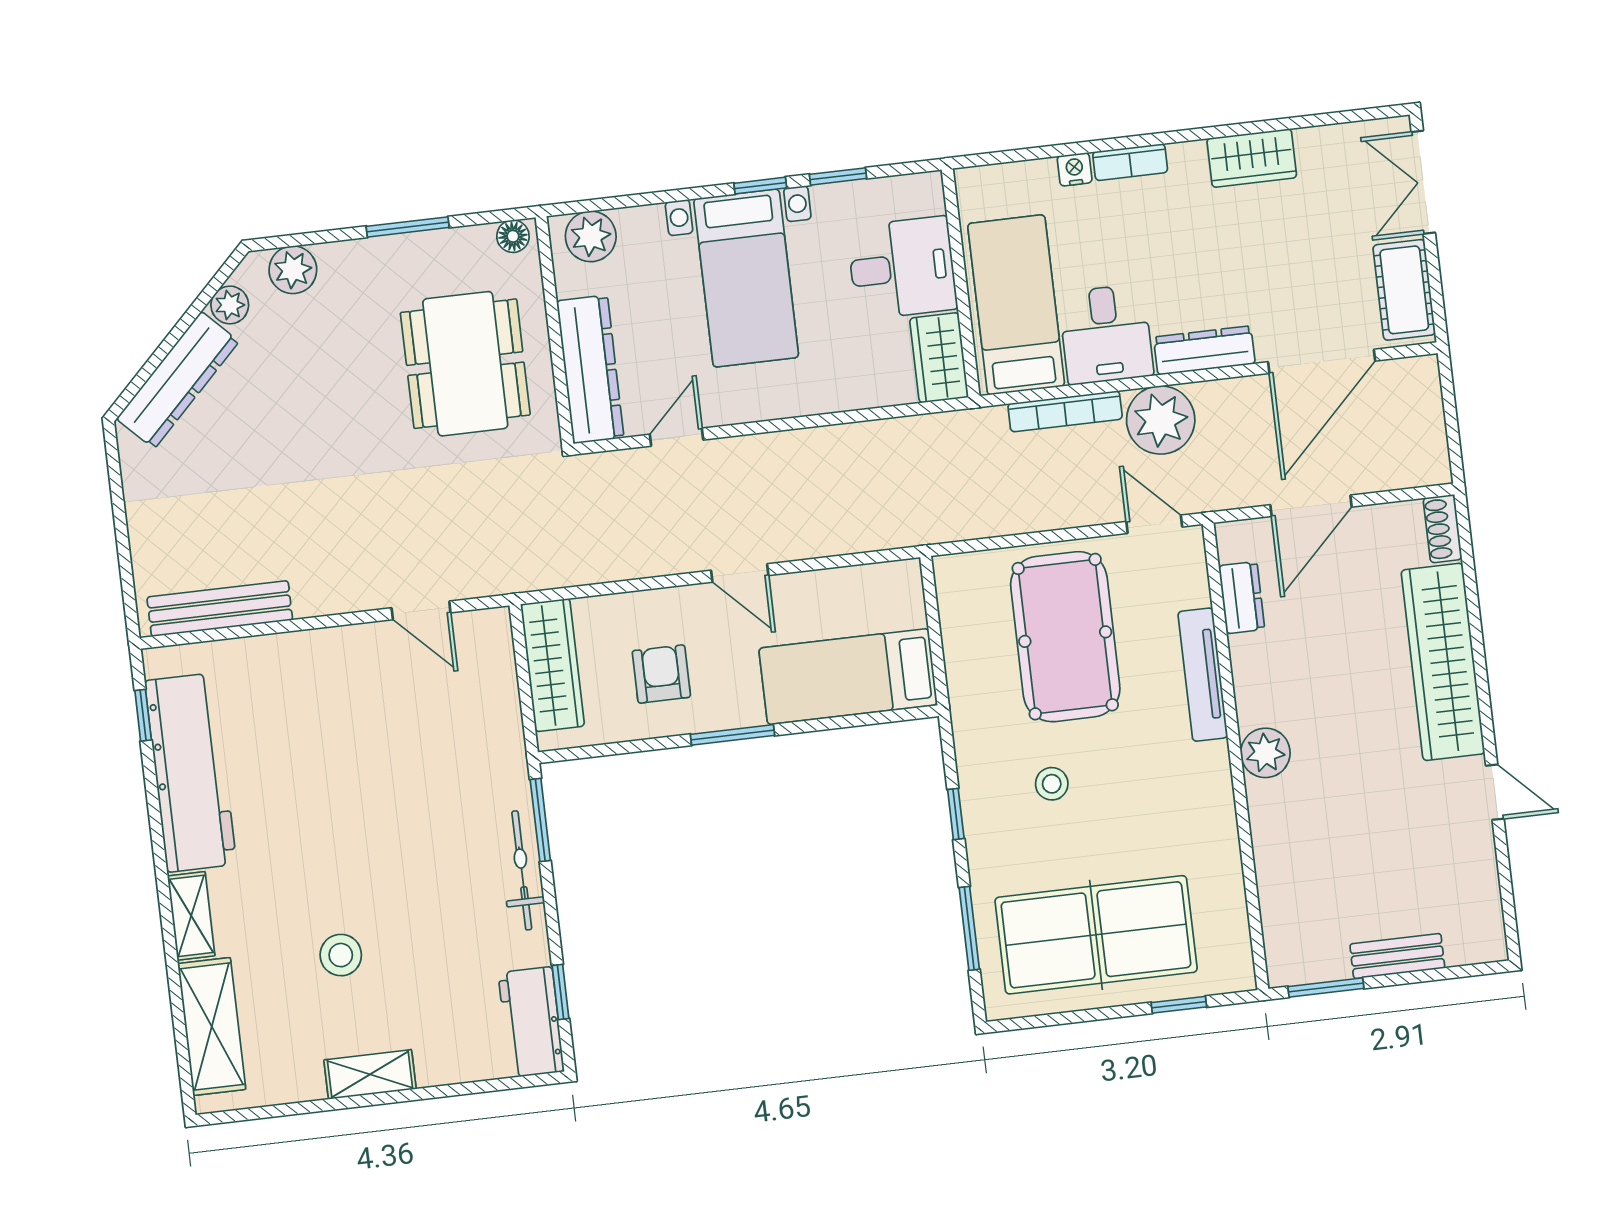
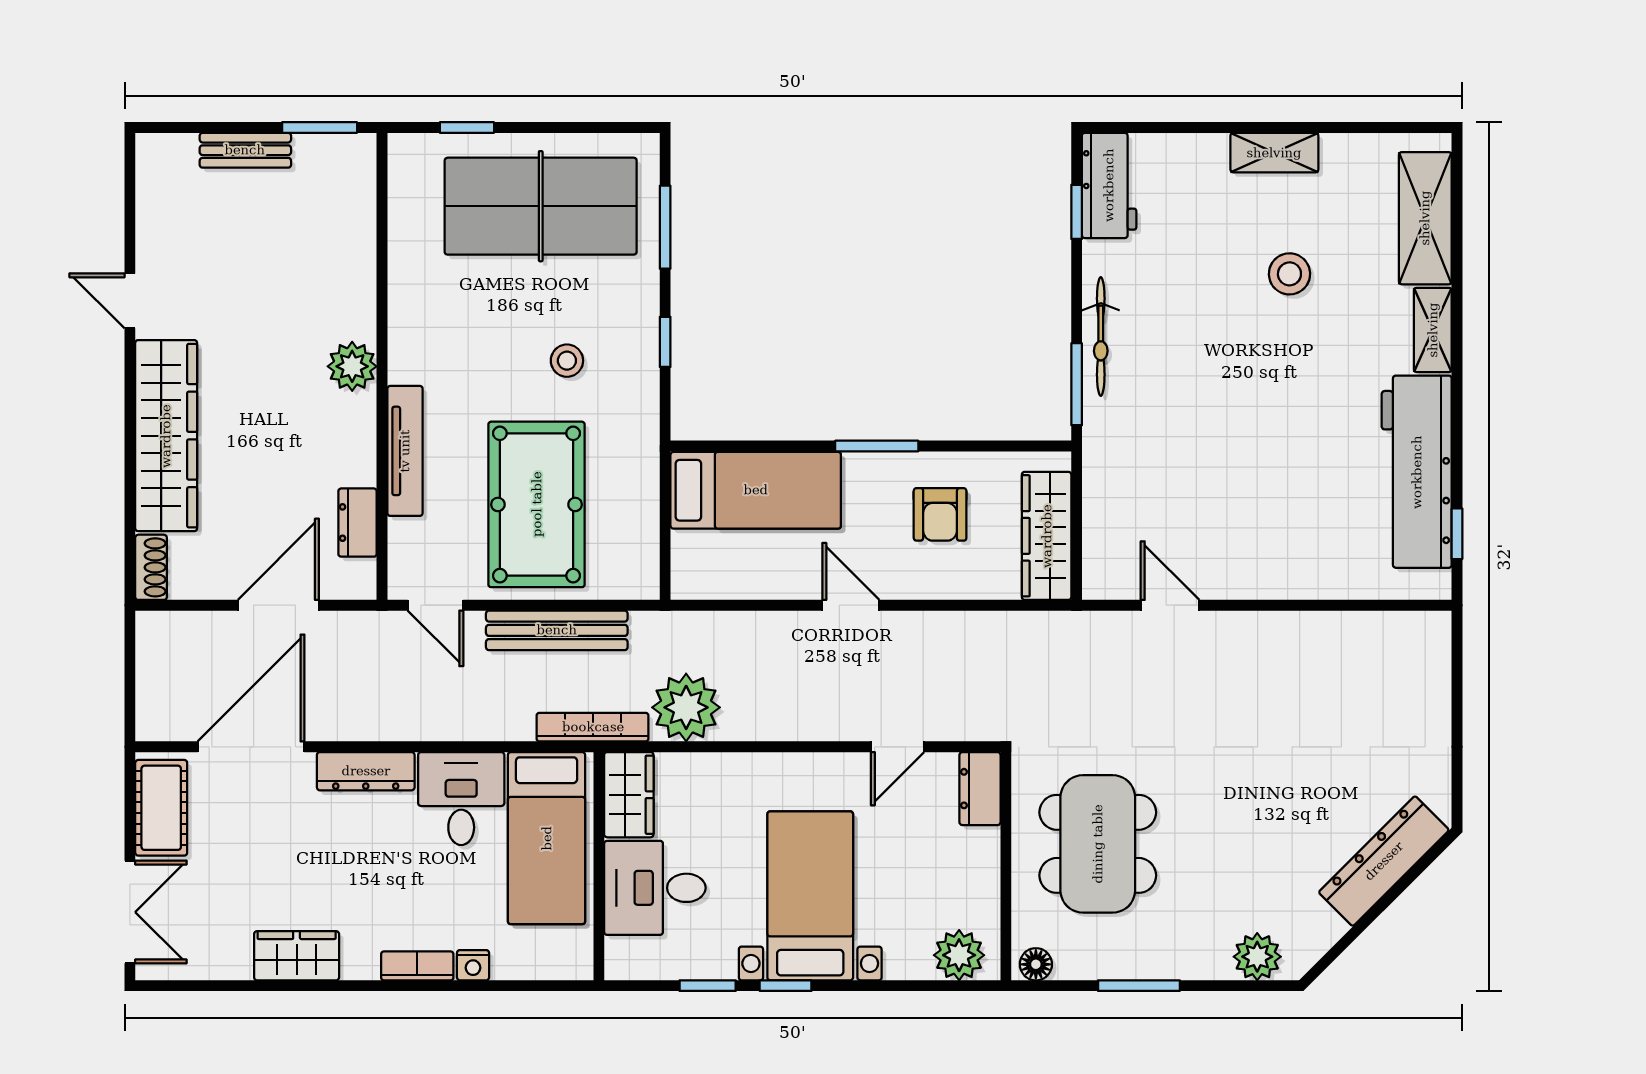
plant: (230, 305) -> (1324, 929), removed
dresser: (590, 369) -> (980, 789), width x0.51, depth x0.80
bookcase: (1065, 411) -> (593, 727), moved
plant: (1161, 420) -> (686, 707), moved
bench: (220, 609) -> (557, 630), moved

